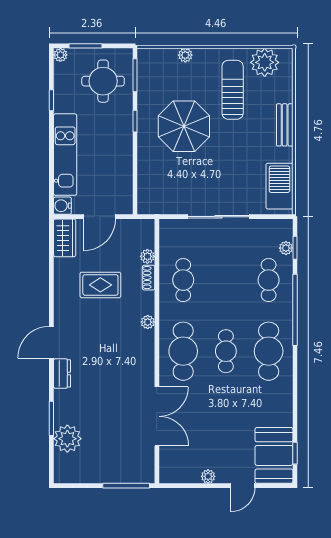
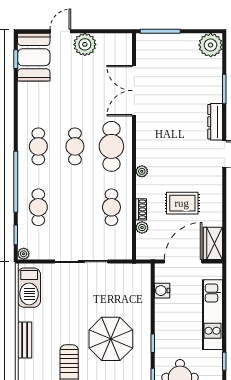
water cooler: (62, 206) -> (162, 291), moved, turned 180
door: (99, 217) -> (183, 262), width x1.36
plant: (286, 248) -> (24, 254), moved
cafe table: (269, 351) -> (38, 146), width x0.73, depth x0.74
dresser: (62, 373) -> (215, 122), width x1.44
plant: (67, 439) -> (211, 45), moved
plant: (208, 476) -> (85, 44), width x1.88, depth x1.88

